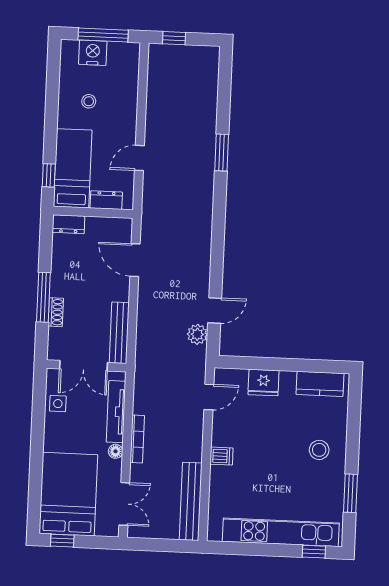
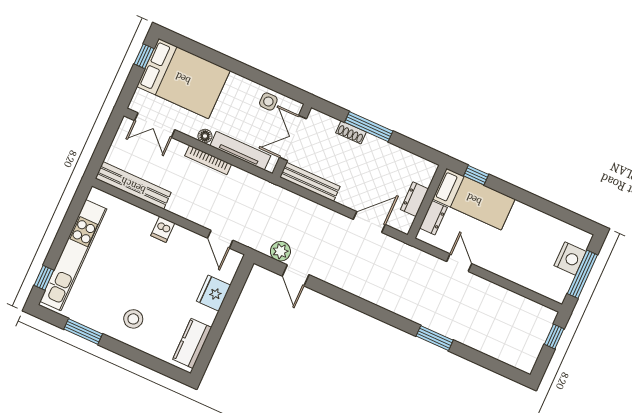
stool: (89, 101) -> (528, 237), removed
dresser: (69, 224) -> (414, 199), moved

